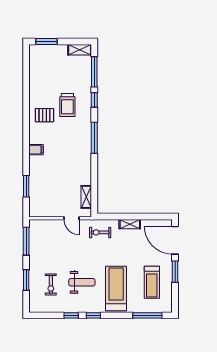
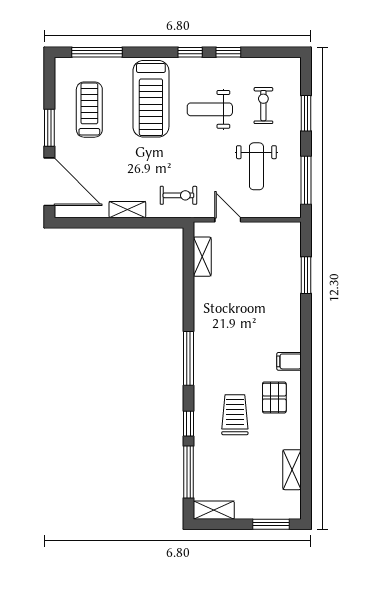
shelving: (34, 73) -> (292, 470), added
pallet: (44, 115) -> (274, 398), turned 90
filing cabinet: (36, 150) -> (289, 361), moved
weight bench: (55, 249) -> (256, 166), added

